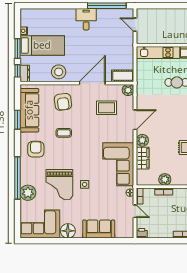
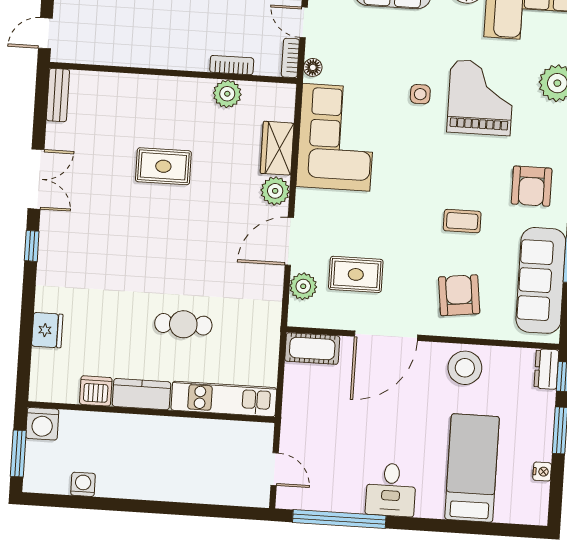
bed: (42, 45) -> (472, 468), moved, turned 90
plant: (128, 90) -> (303, 286), moved

